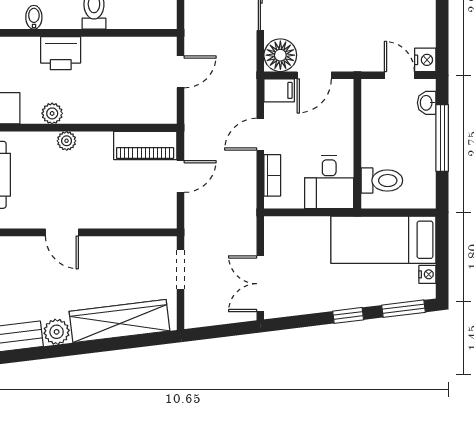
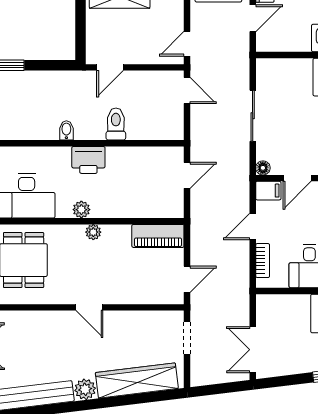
floor lamp: (280, 55) -> (263, 168), width x0.53, depth x0.53
door: (181, 177) -> (187, 279), moved

